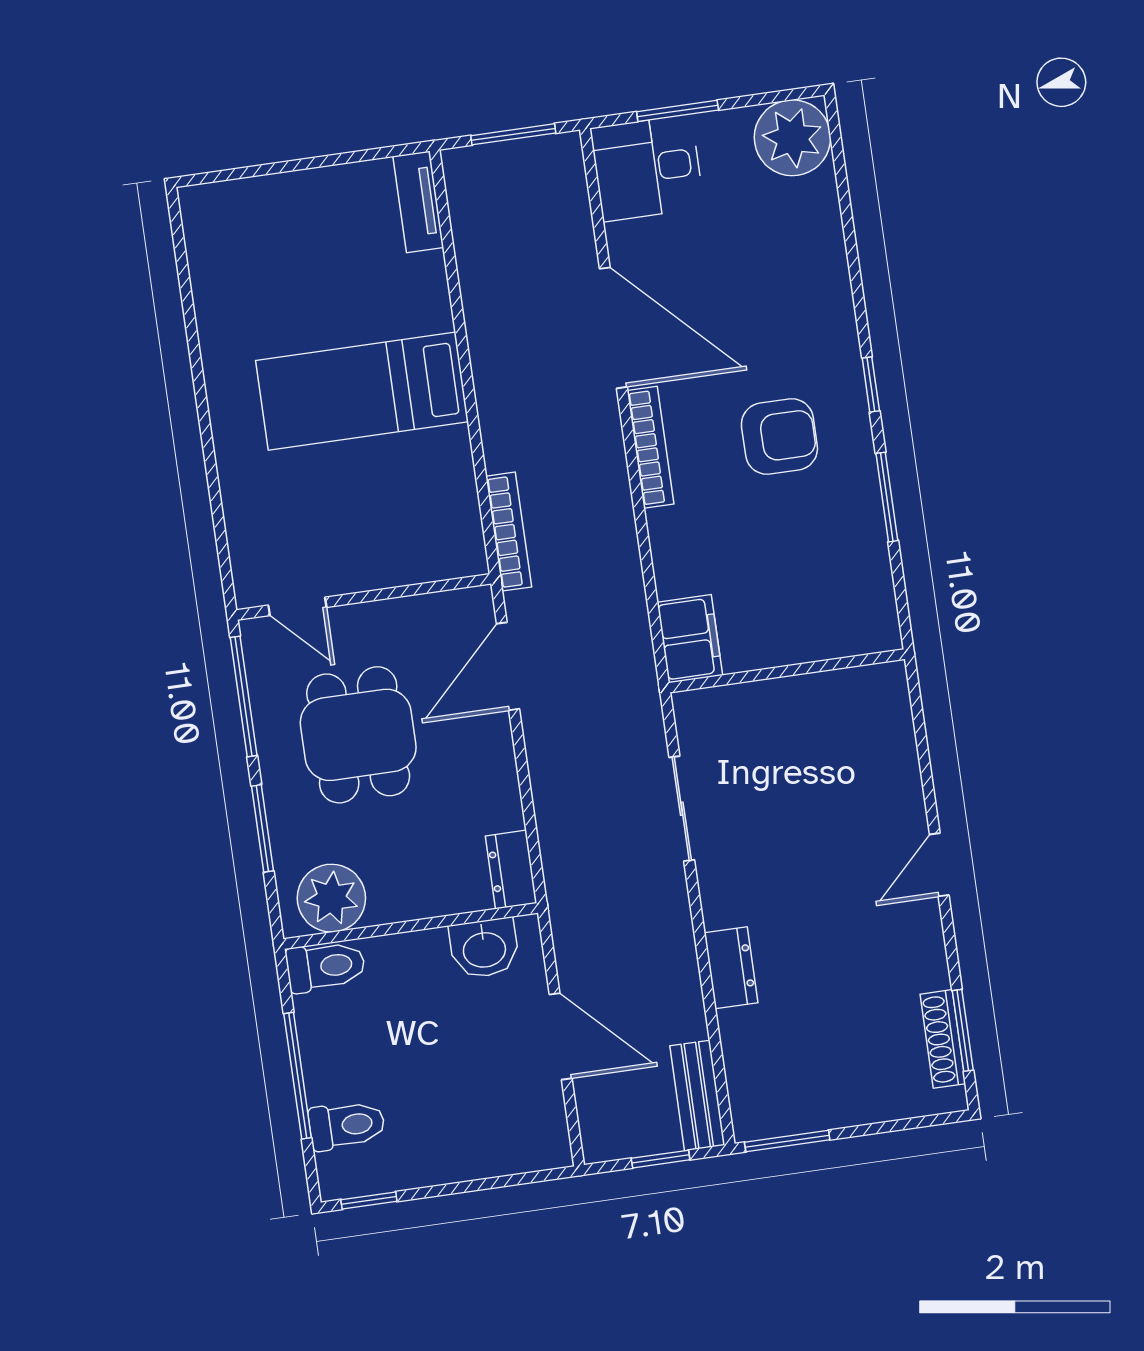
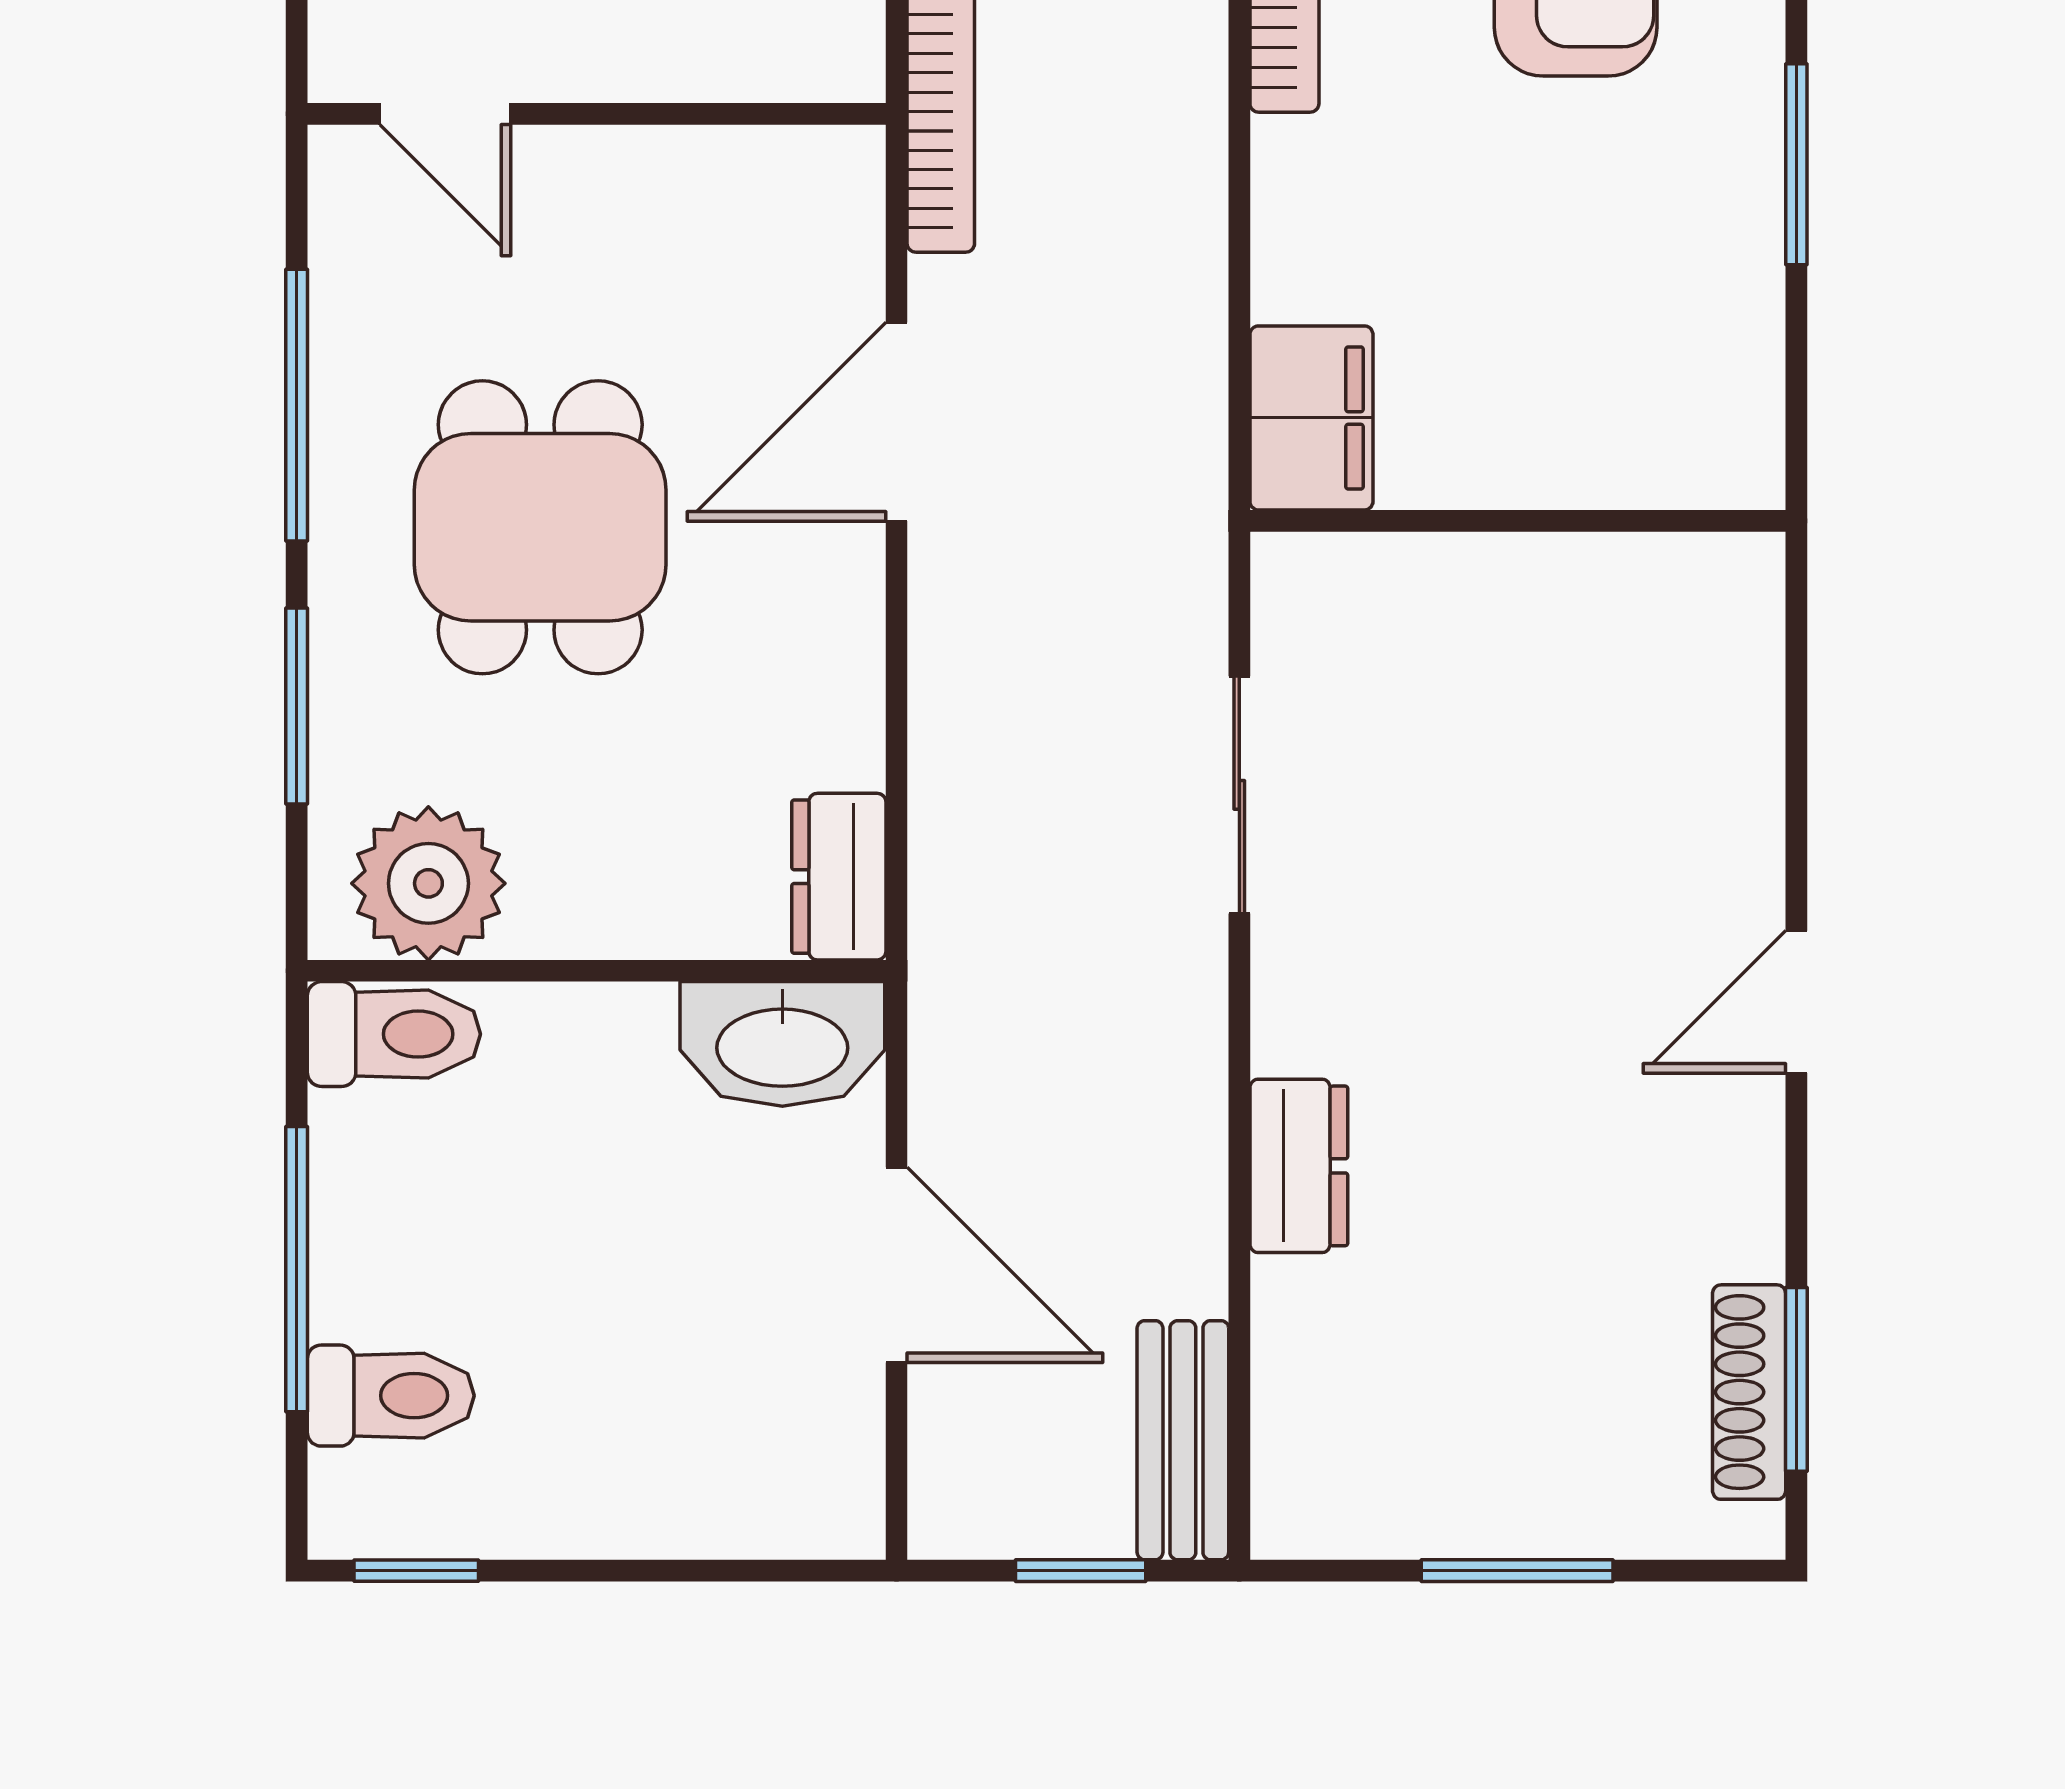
wall: (364, 597) -> (597, 114), moved
door: (297, 606) -> (445, 114), moved
washbasin: (484, 948) -> (782, 1044), width x1.38
window: (787, 1141) -> (1517, 1571), moved

